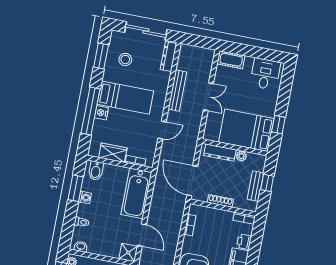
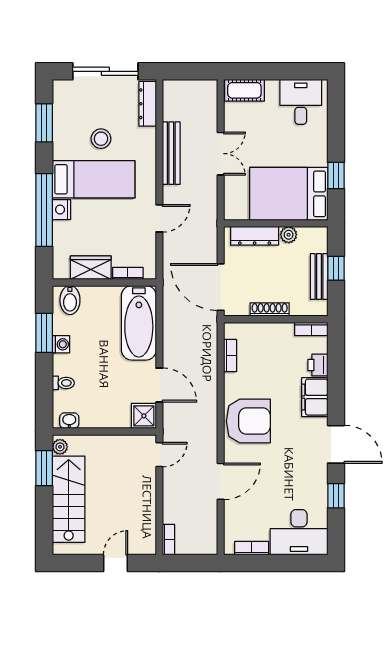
stool: (125, 60) -> (101, 139), moved

